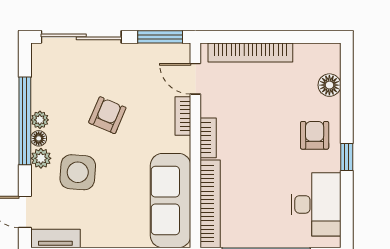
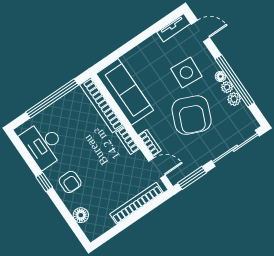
armchair: (107, 115) -> (192, 115), width x1.88, depth x1.88
plant: (41, 158) -> (234, 99), moved

